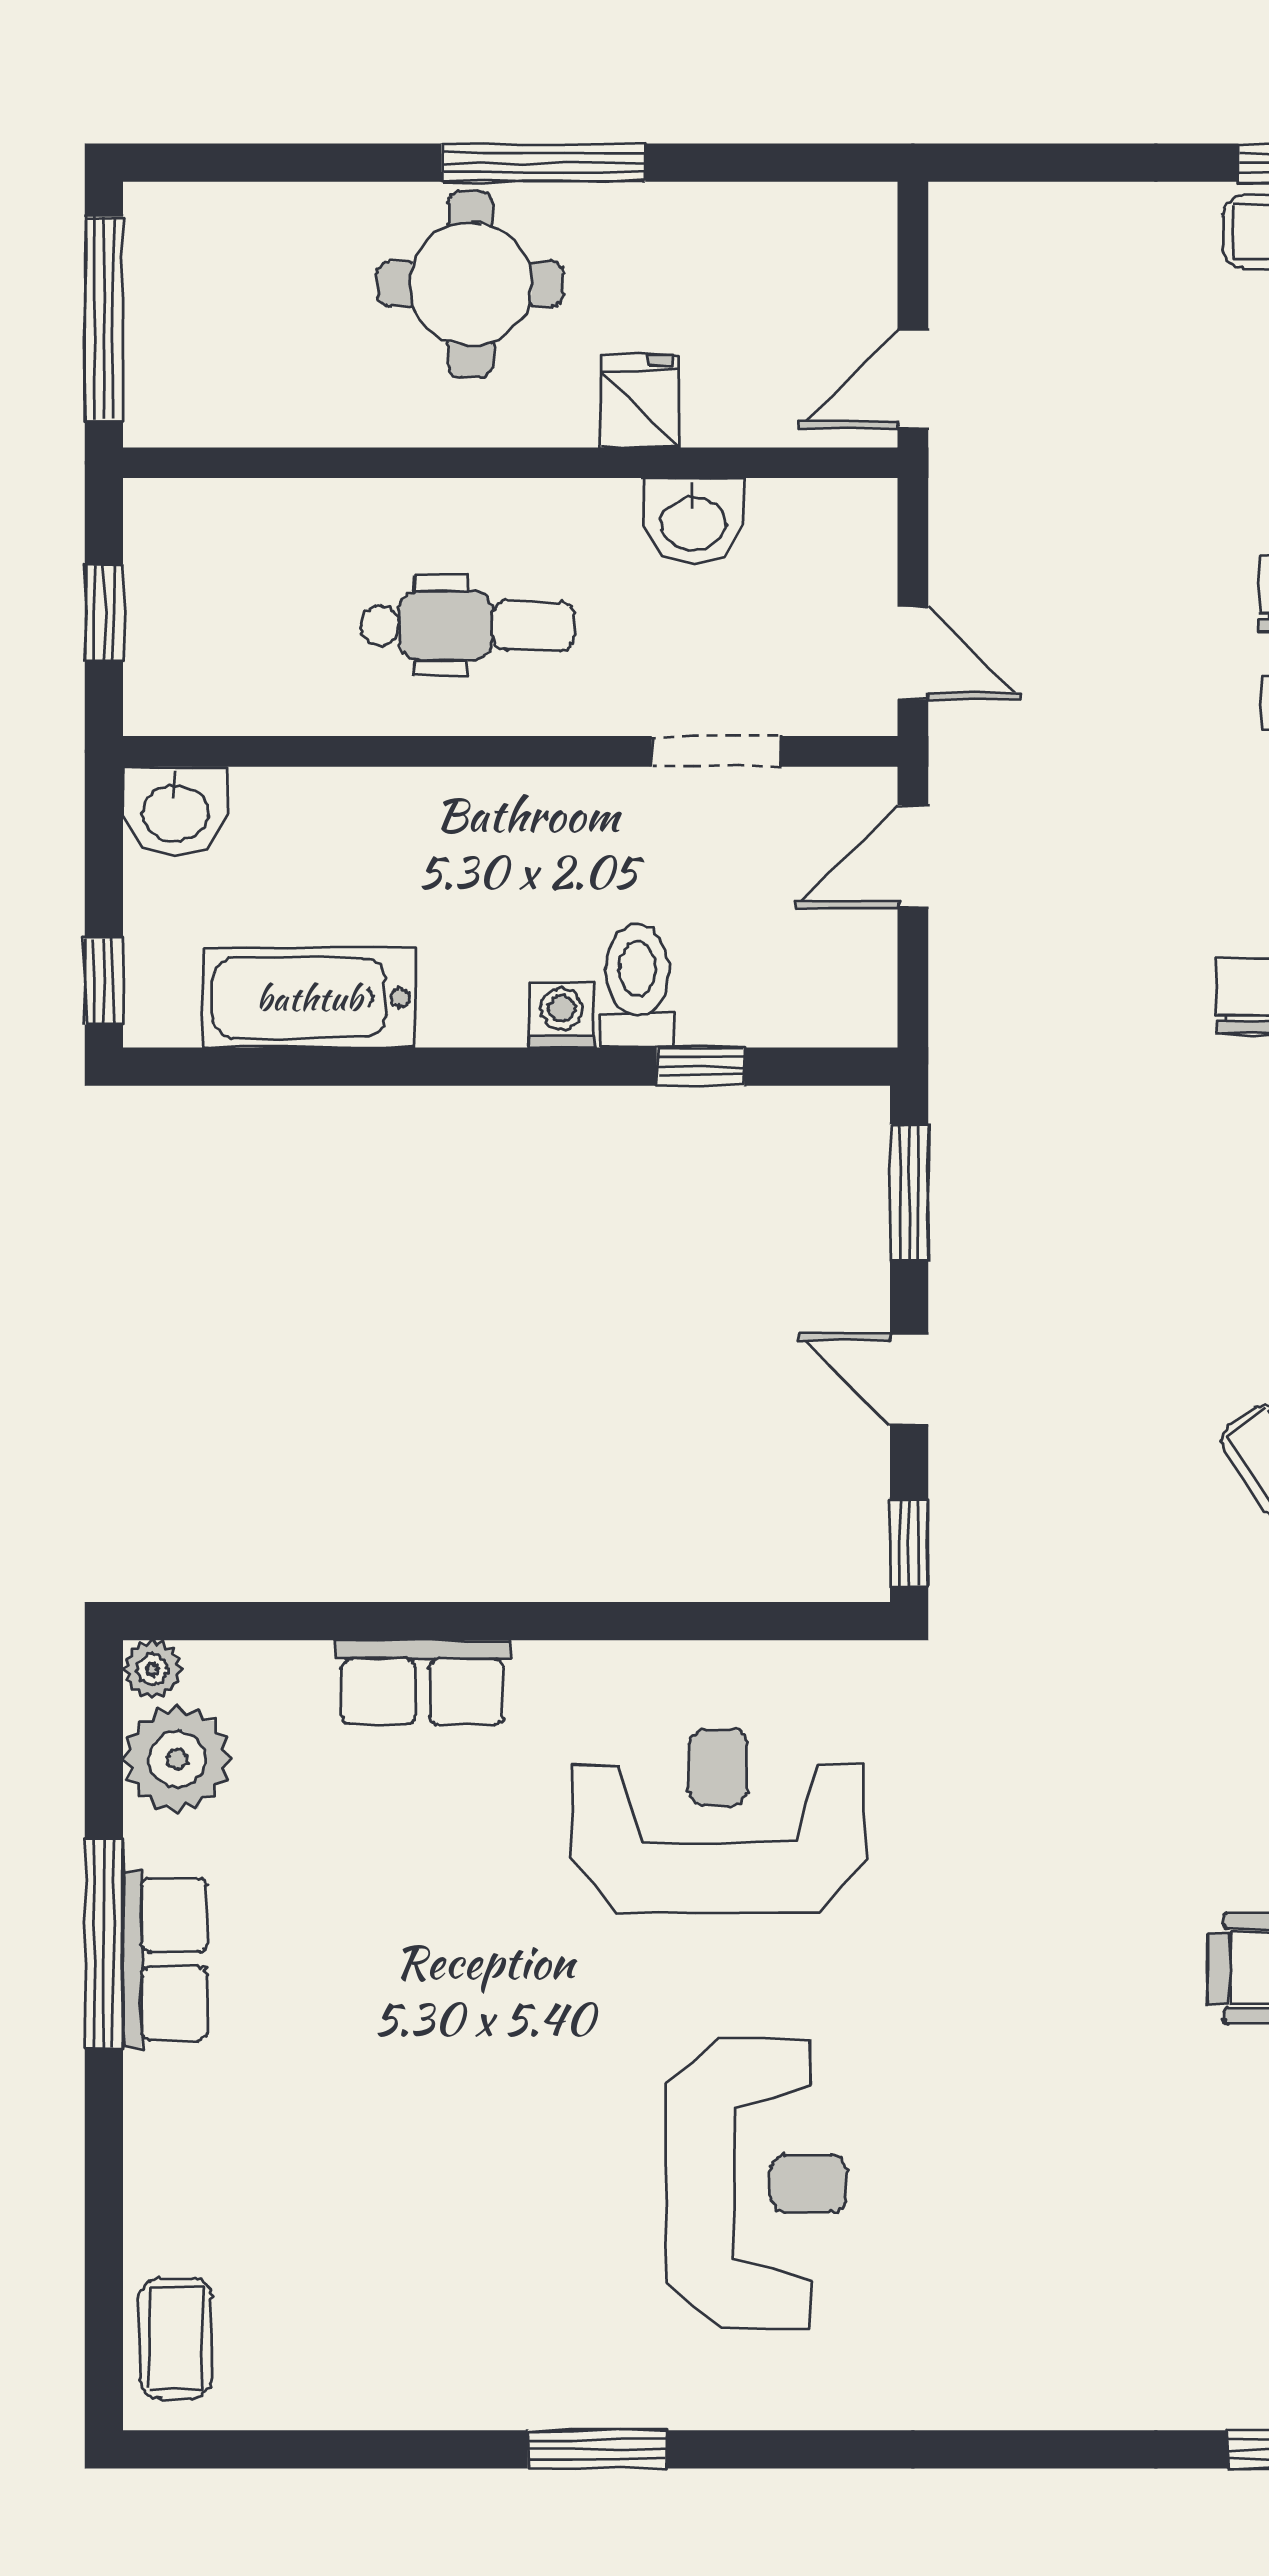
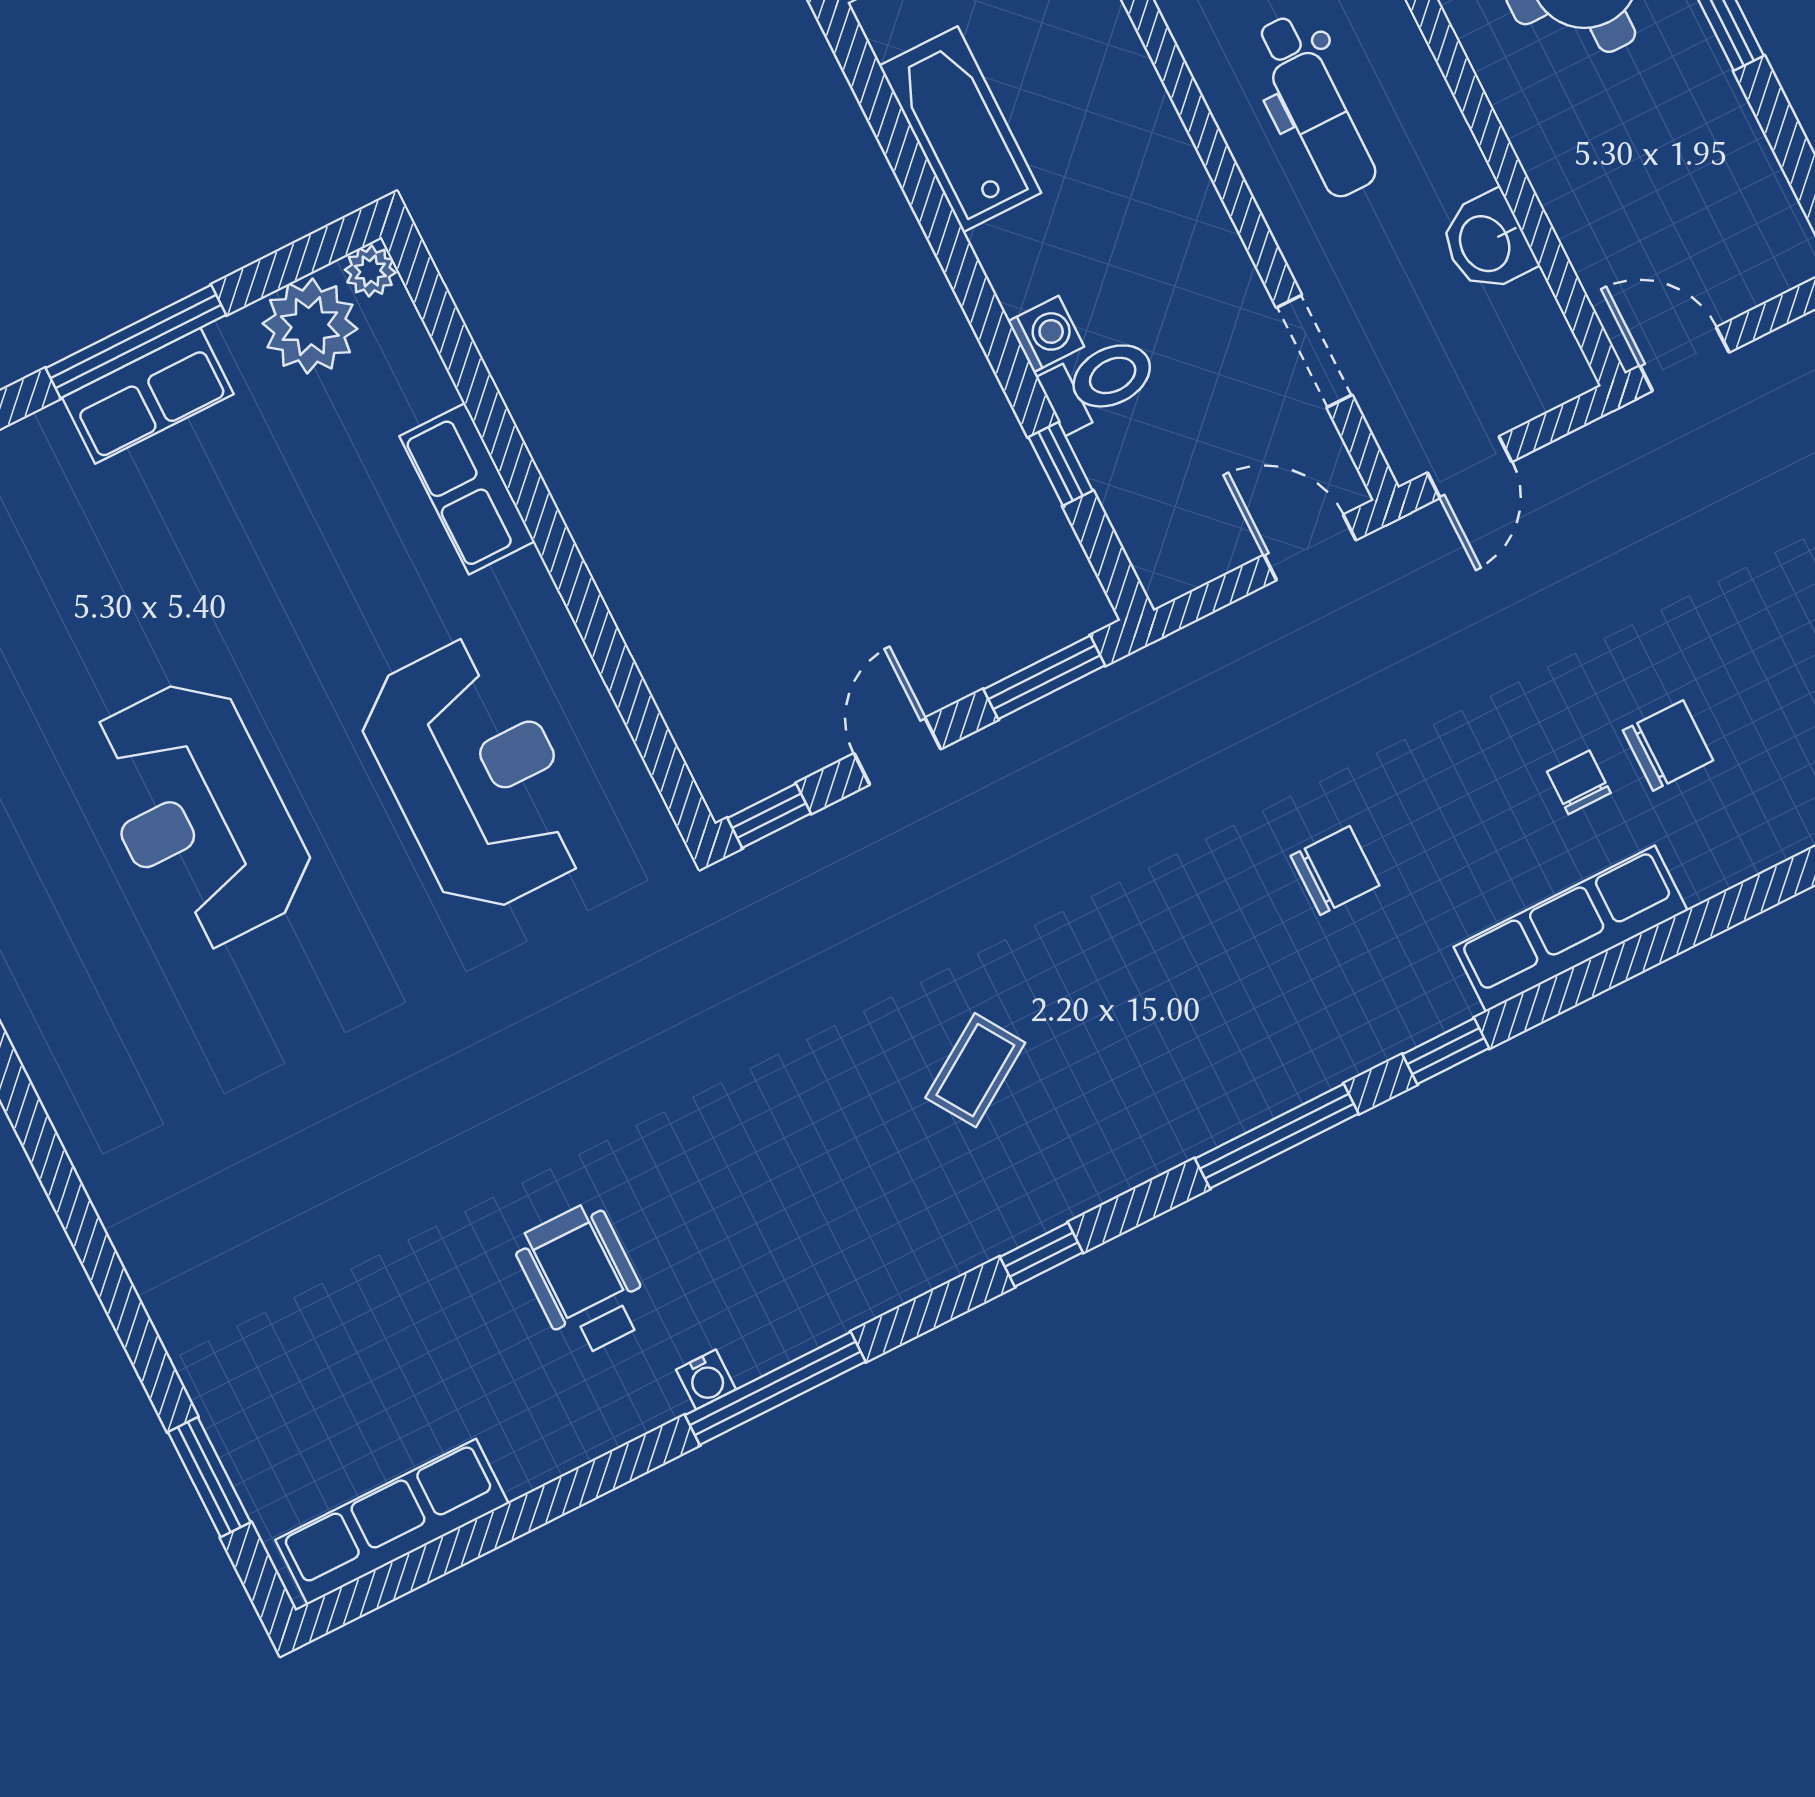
fridge: (640, 401) -> (1559, 153), removed
reception desk: (756, 2184) -> (199, 814), moved, turned 90

